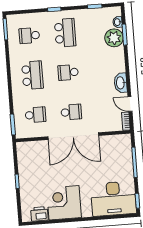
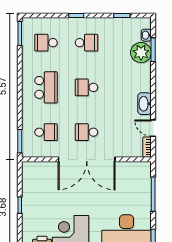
school desk: (65, 33) -> (86, 43), width x0.54
school desk: (71, 112) -> (86, 132), turned 180

